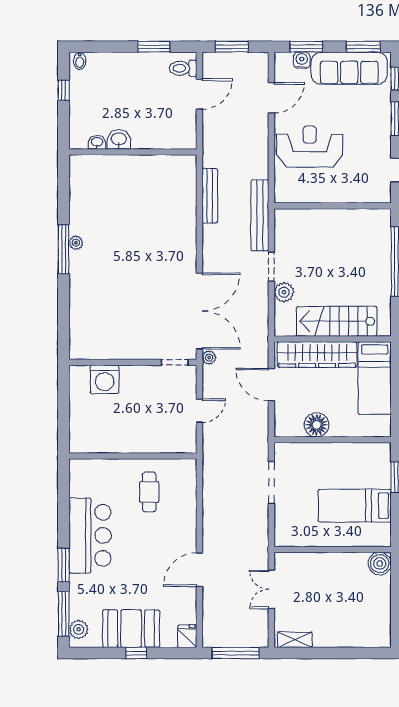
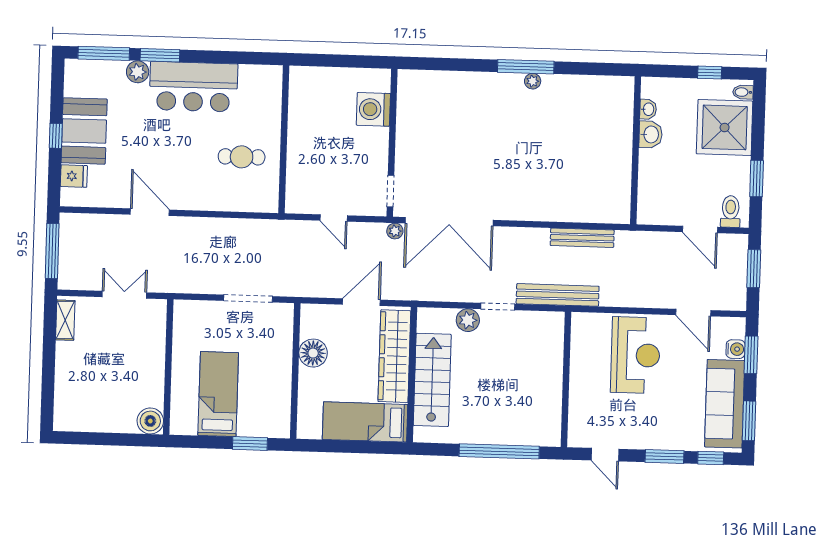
shower: (111, 76) -> (725, 127), added
plant: (79, 629) -> (138, 72), moved
fridge: (187, 636) -> (74, 176), moved

